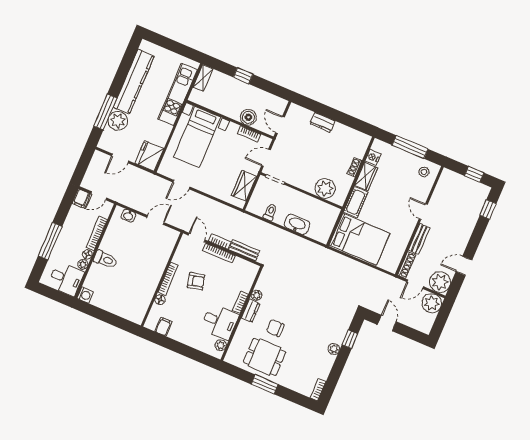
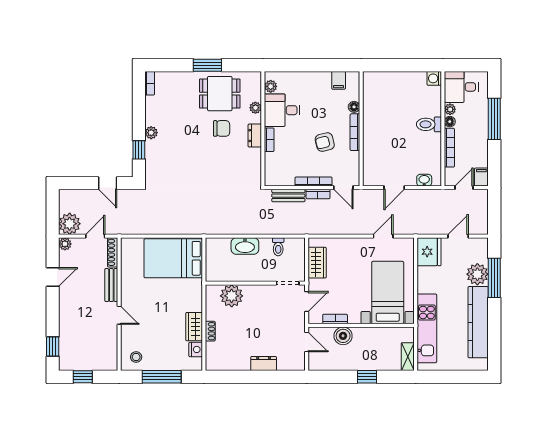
cot: (356, 202) -> (194, 295), removed
plant: (440, 282) -> (65, 244), width x0.53, depth x0.53
plant: (257, 295) -> (255, 108), moved

